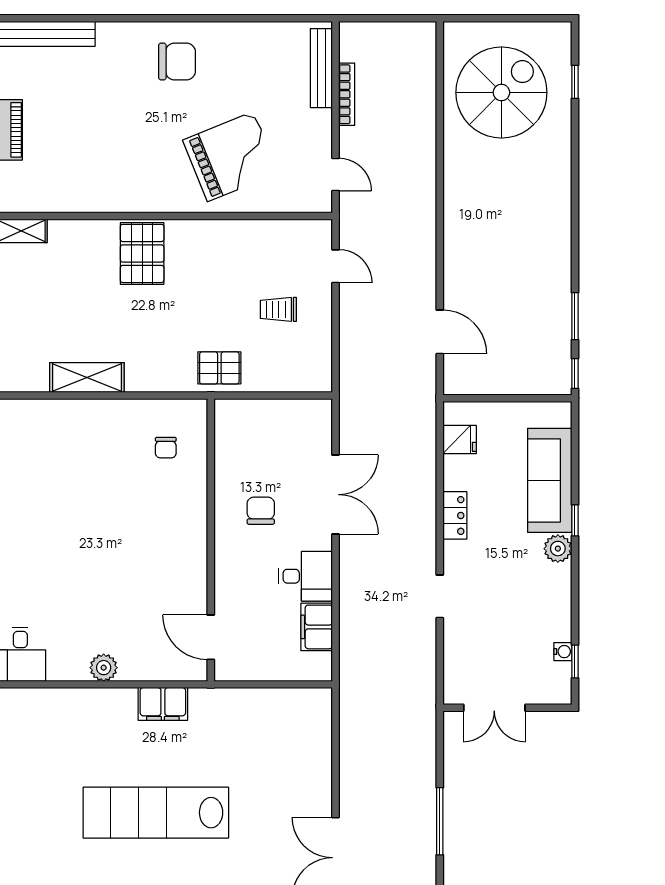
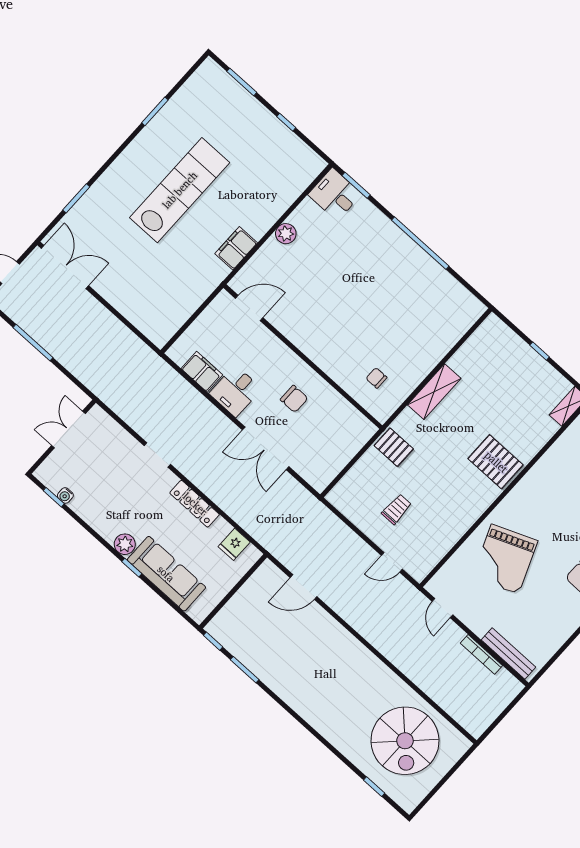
door: (336, 175) -> (442, 608), hinge flipped
pallet: (219, 368) -> (394, 447), turned 90
shelving: (87, 378) -> (434, 392), moved
locker: (455, 515) -> (195, 504), width x1.53

